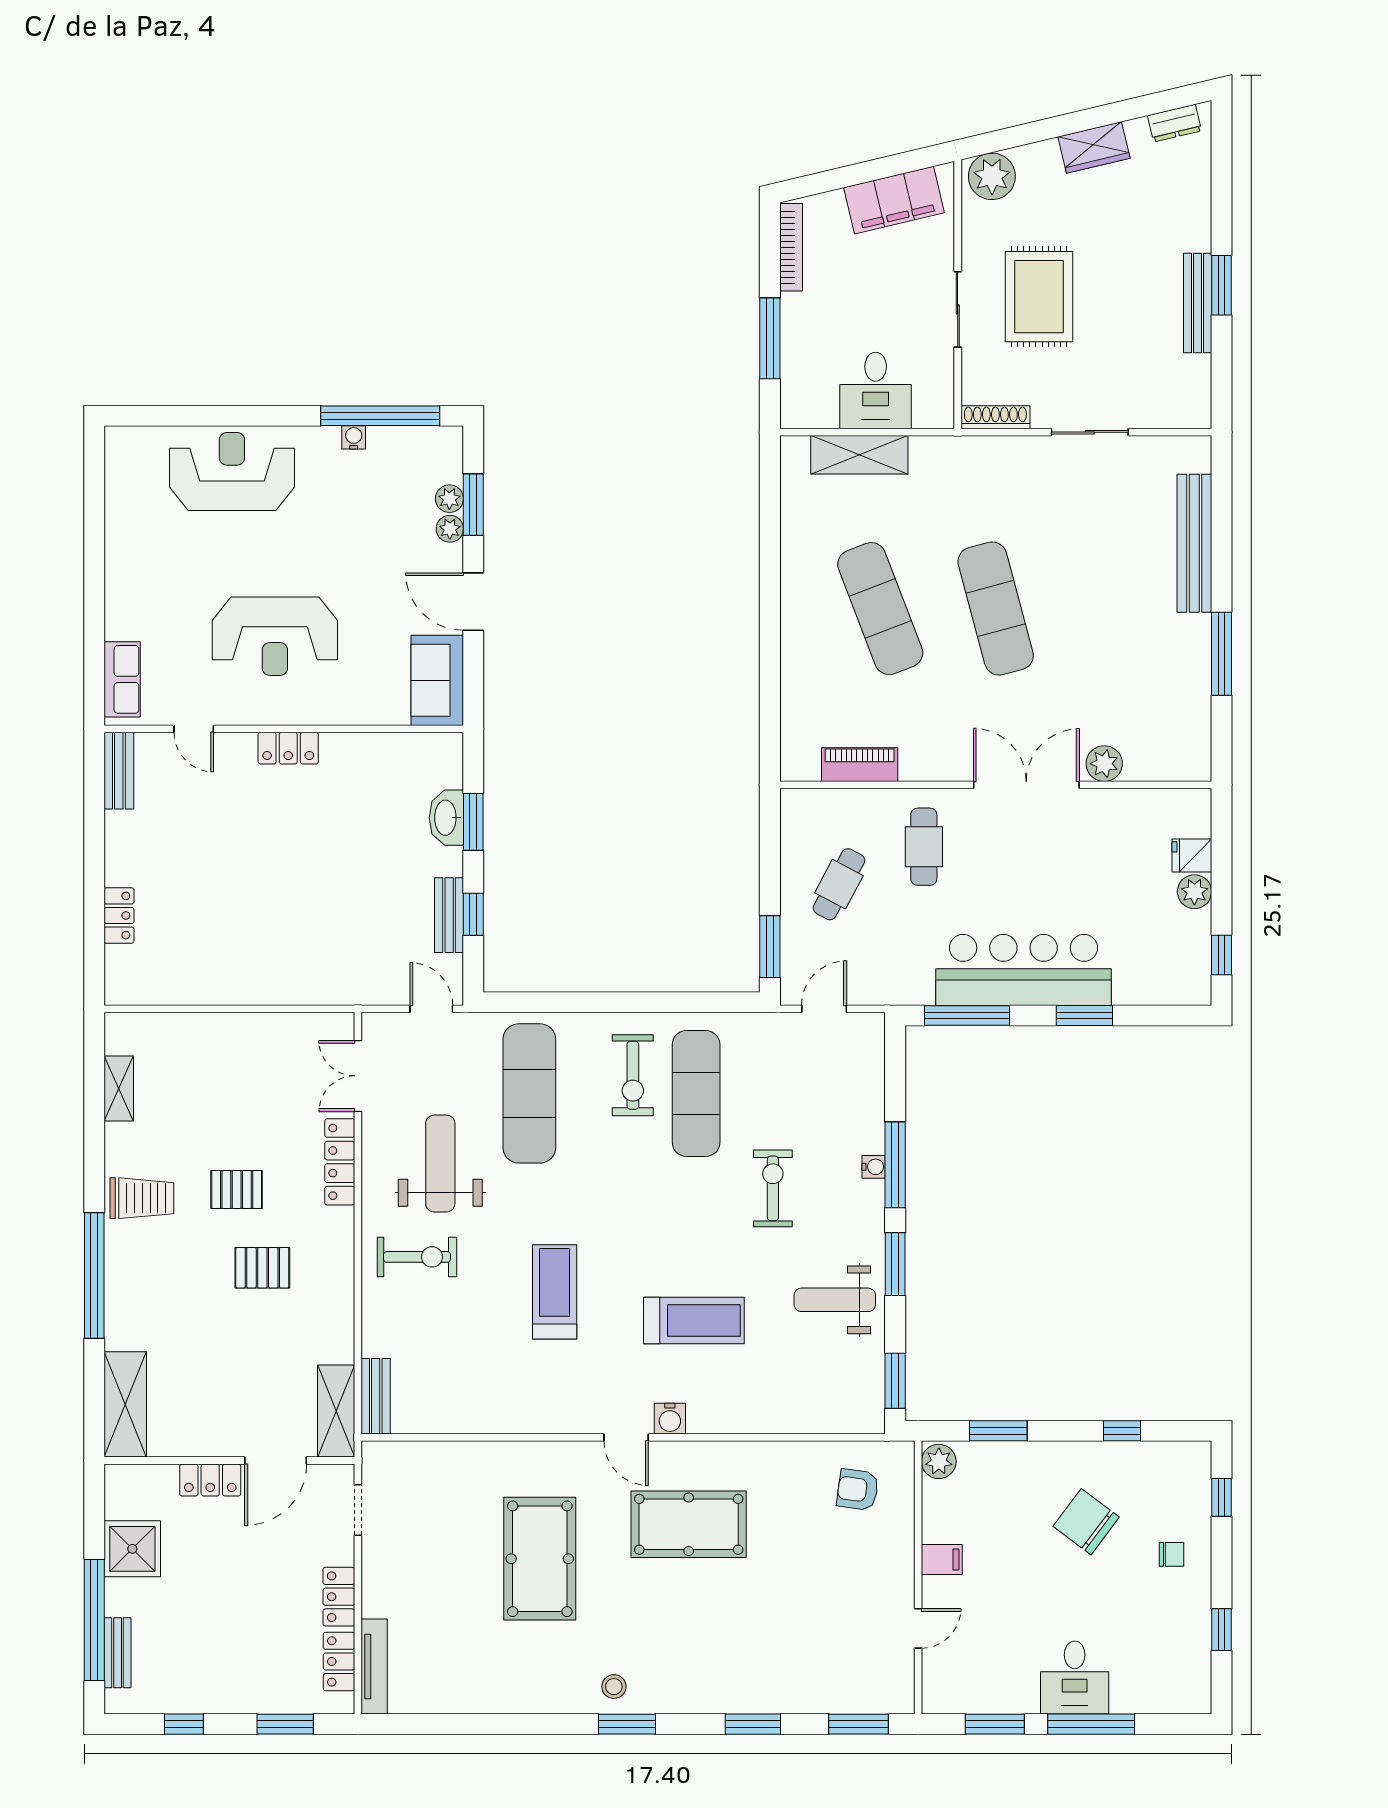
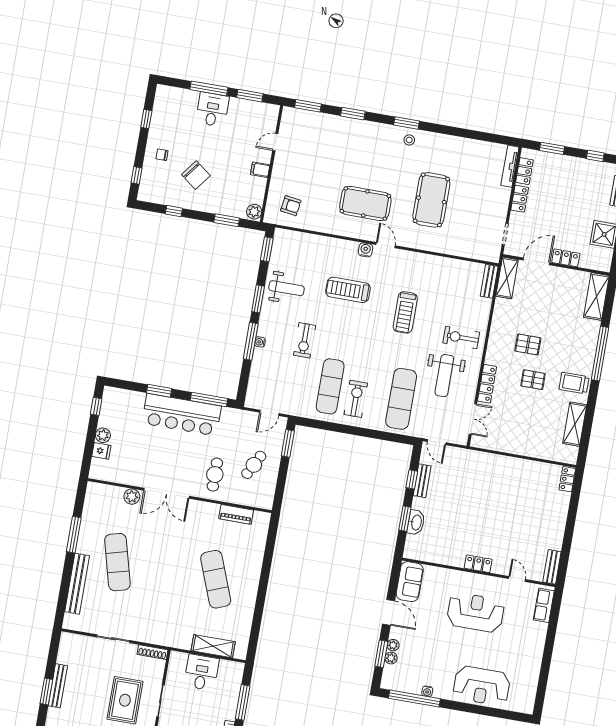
exercise mat: (996, 609) -> (117, 562), moved
locker: (119, 915) -> (567, 479), moved
shelving: (119, 1088) -> (575, 424), width x1.50, depth x1.33

